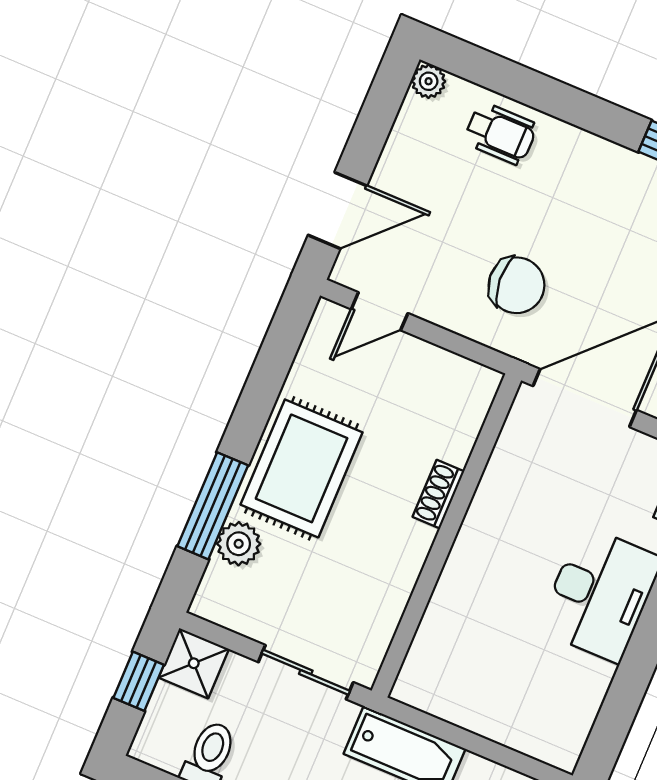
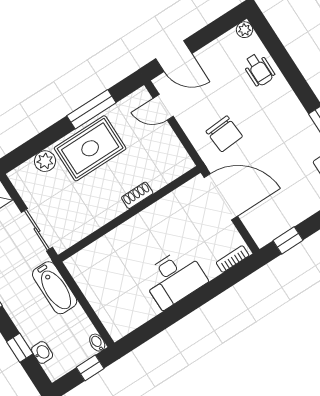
window: (213, 506) -> (91, 109), moved

